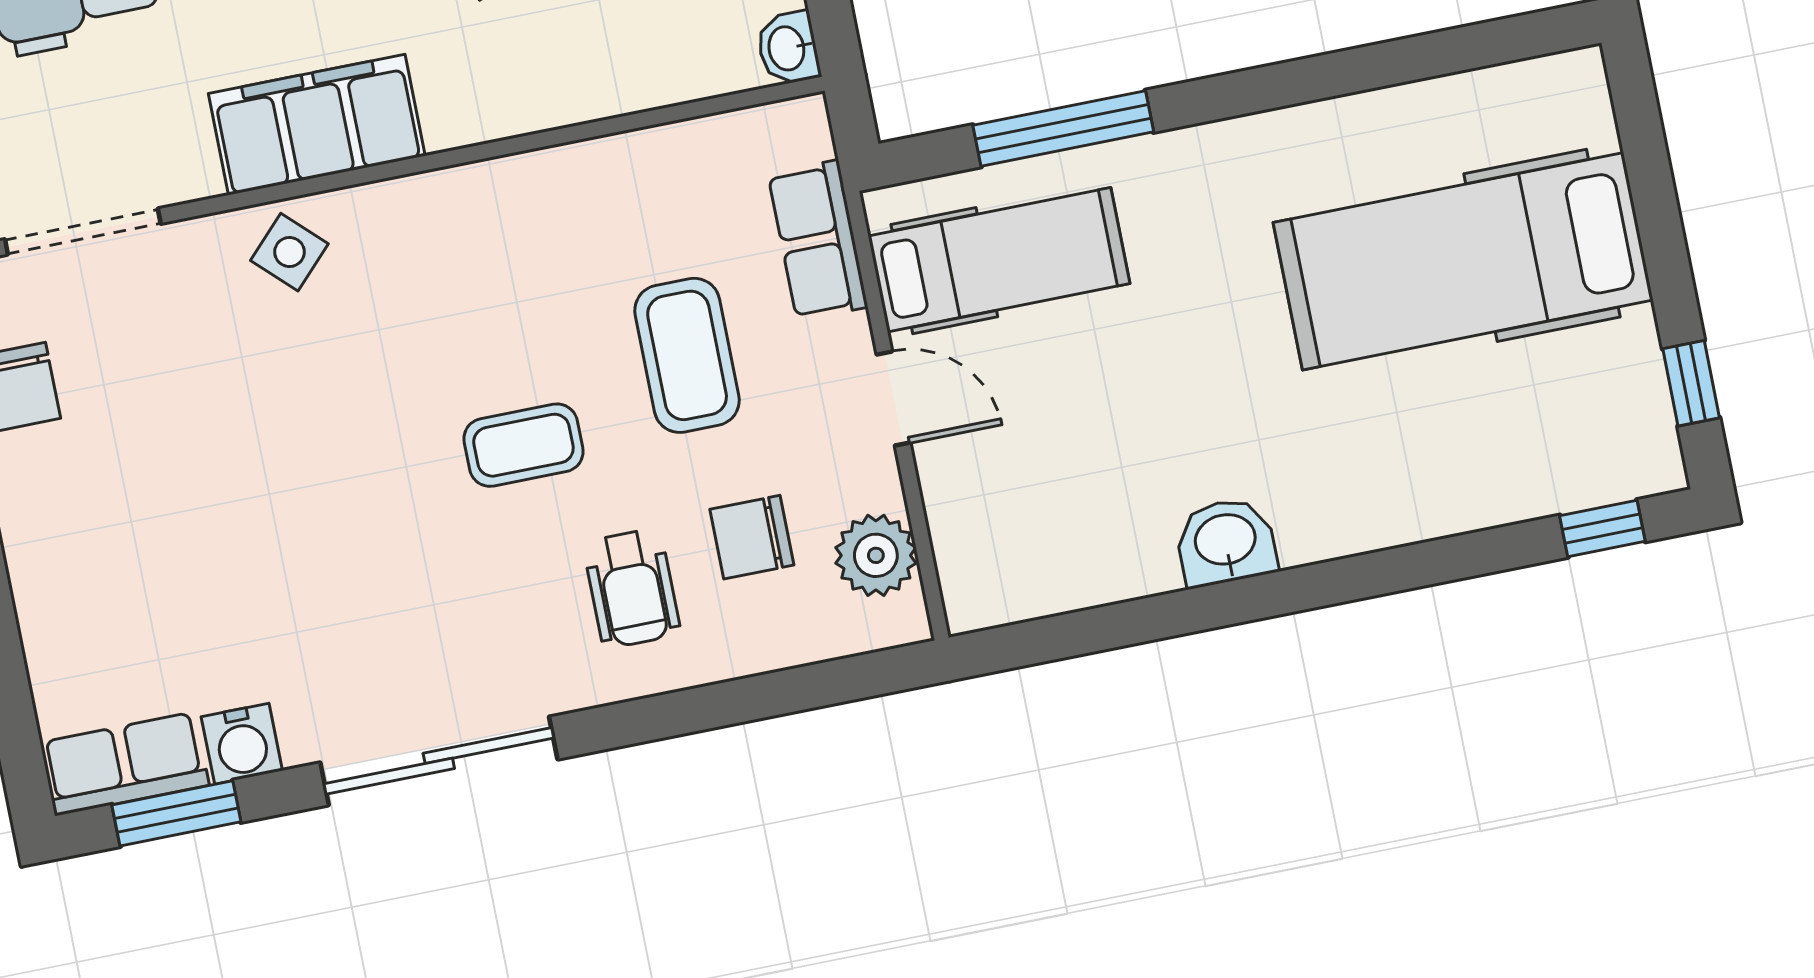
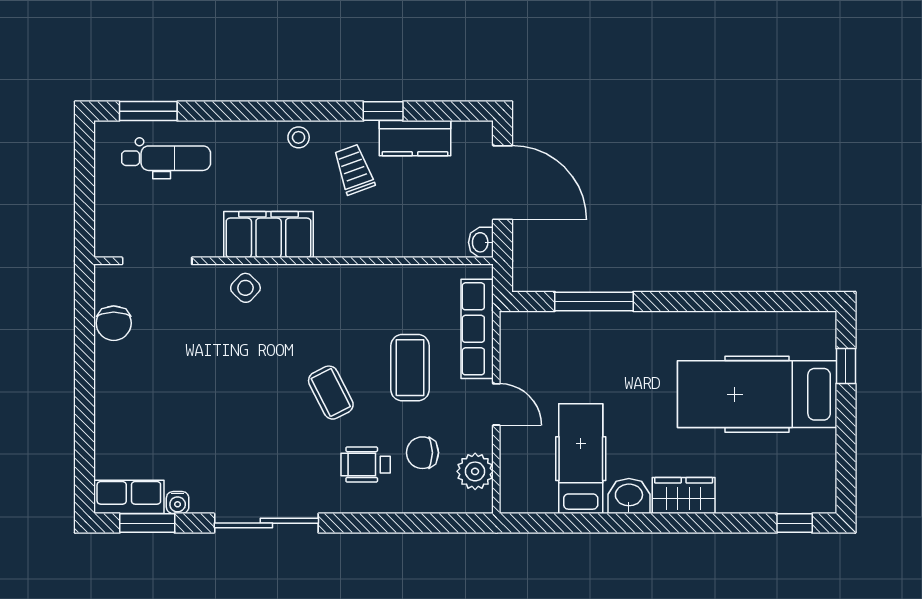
row of seats: (818, 240) -> (477, 329), width x1.48
hospital bed: (999, 260) -> (581, 459), moved, turned -90
window: (1691, 383) -> (846, 366), moved
coffee table: (523, 445) -> (331, 393), turned 63
wardrobe: (1346, 517) -> (684, 496), added
wheelchair: (632, 588) -> (366, 465), turned 90
water cooler: (242, 744) -> (178, 503), width x0.72, depth x0.72

